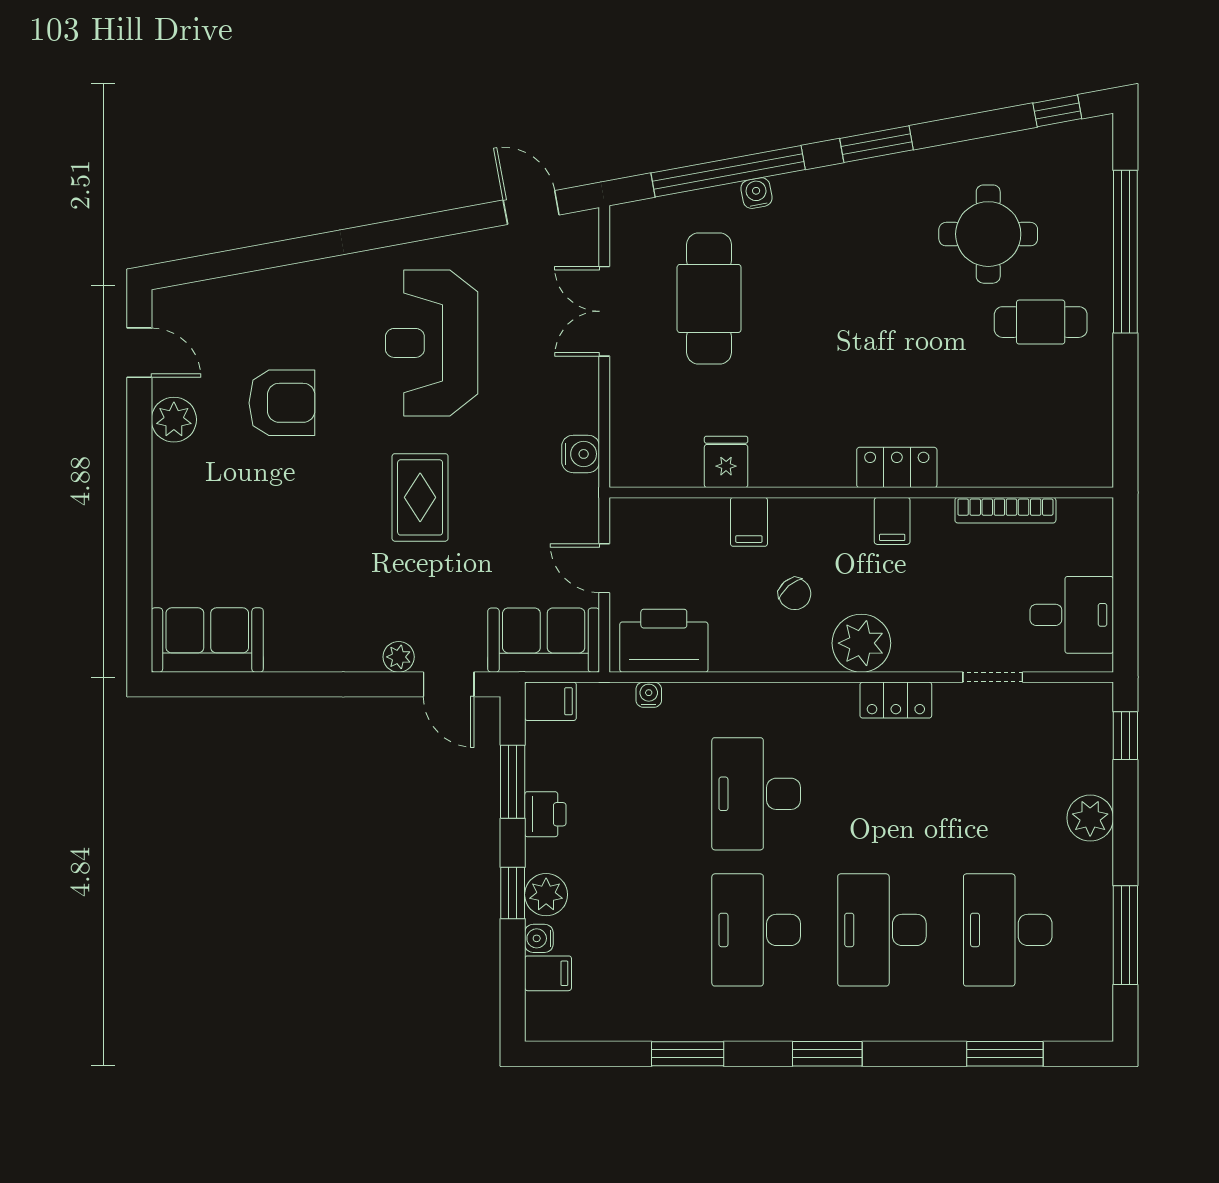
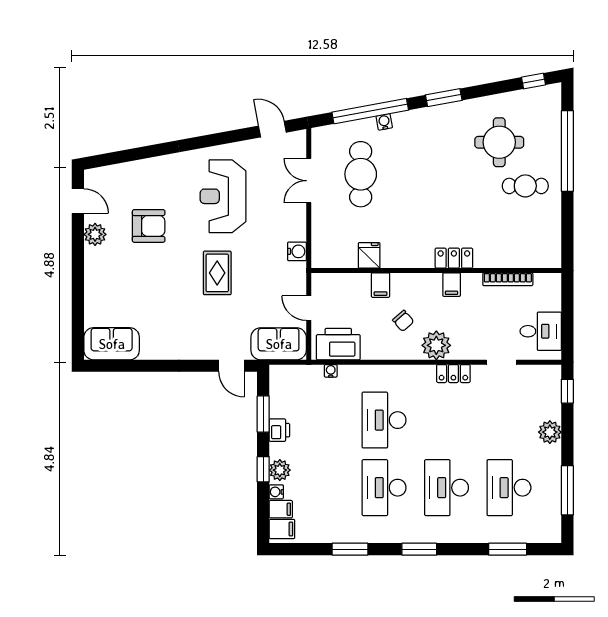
plant: (399, 657) -> (207, 352), removed
filing cabinet: (550, 701) -> (282, 529), moved

